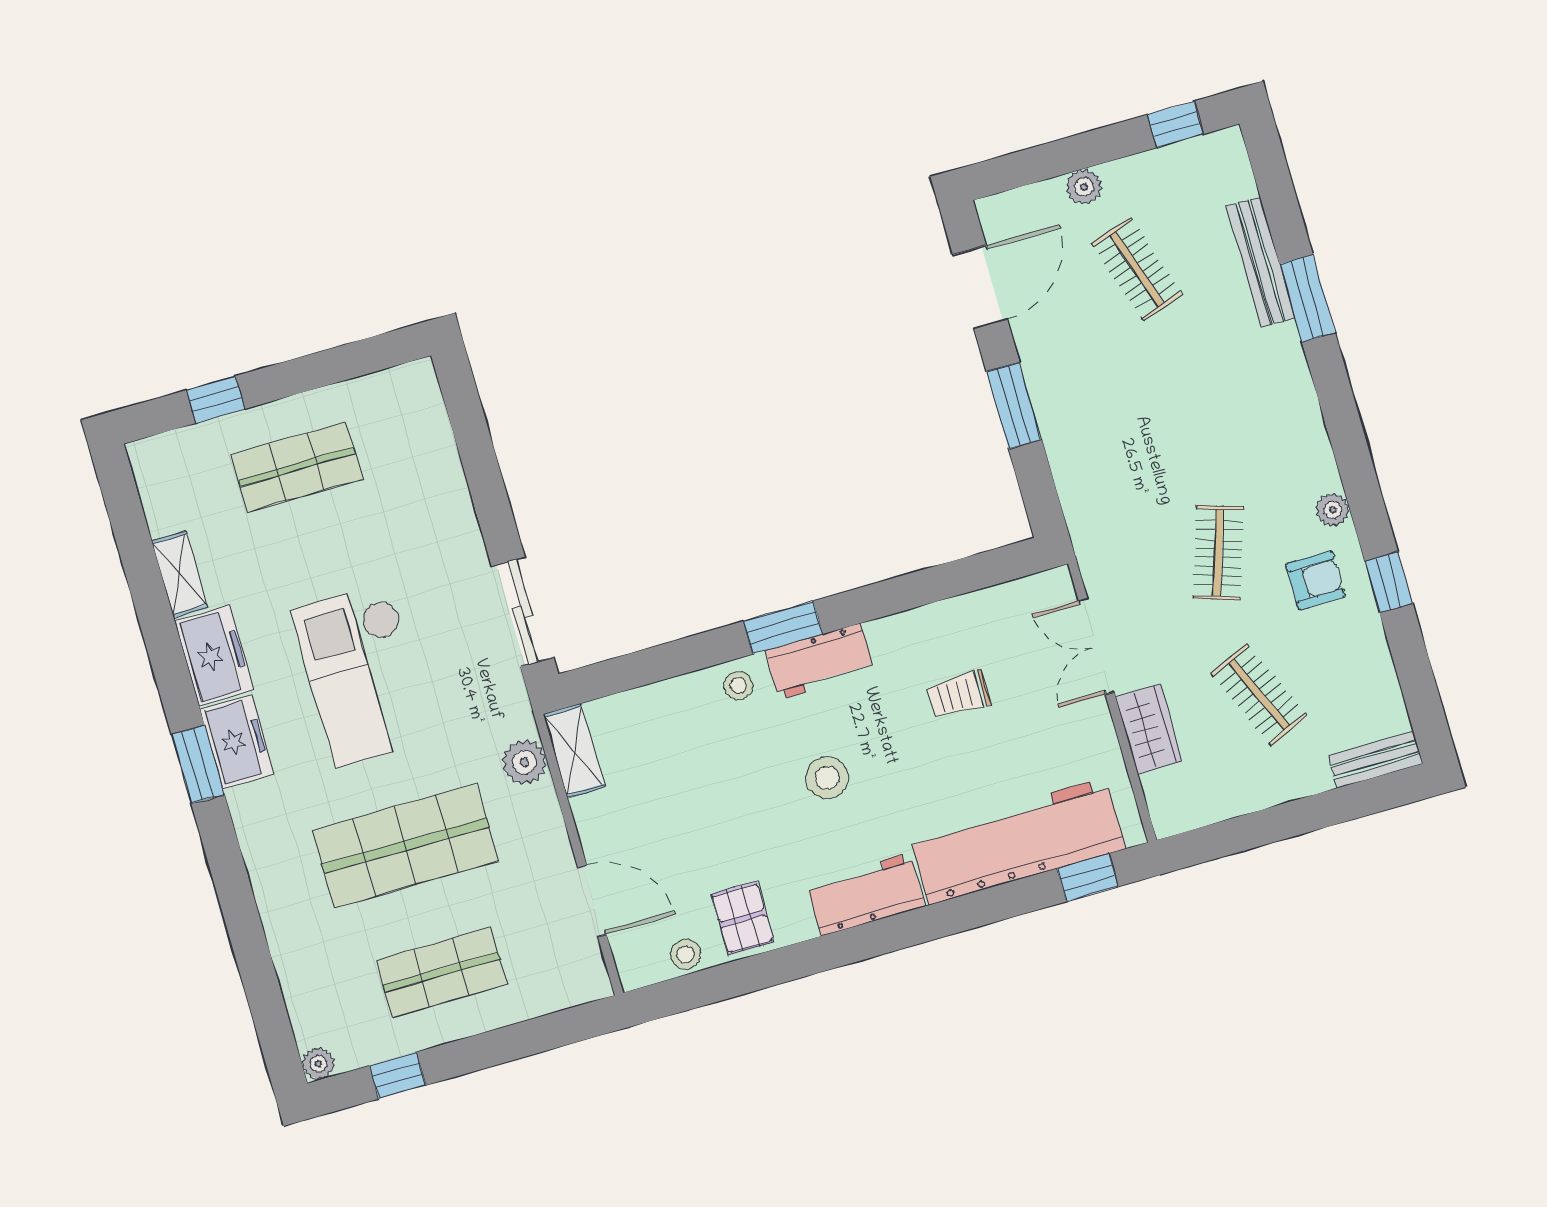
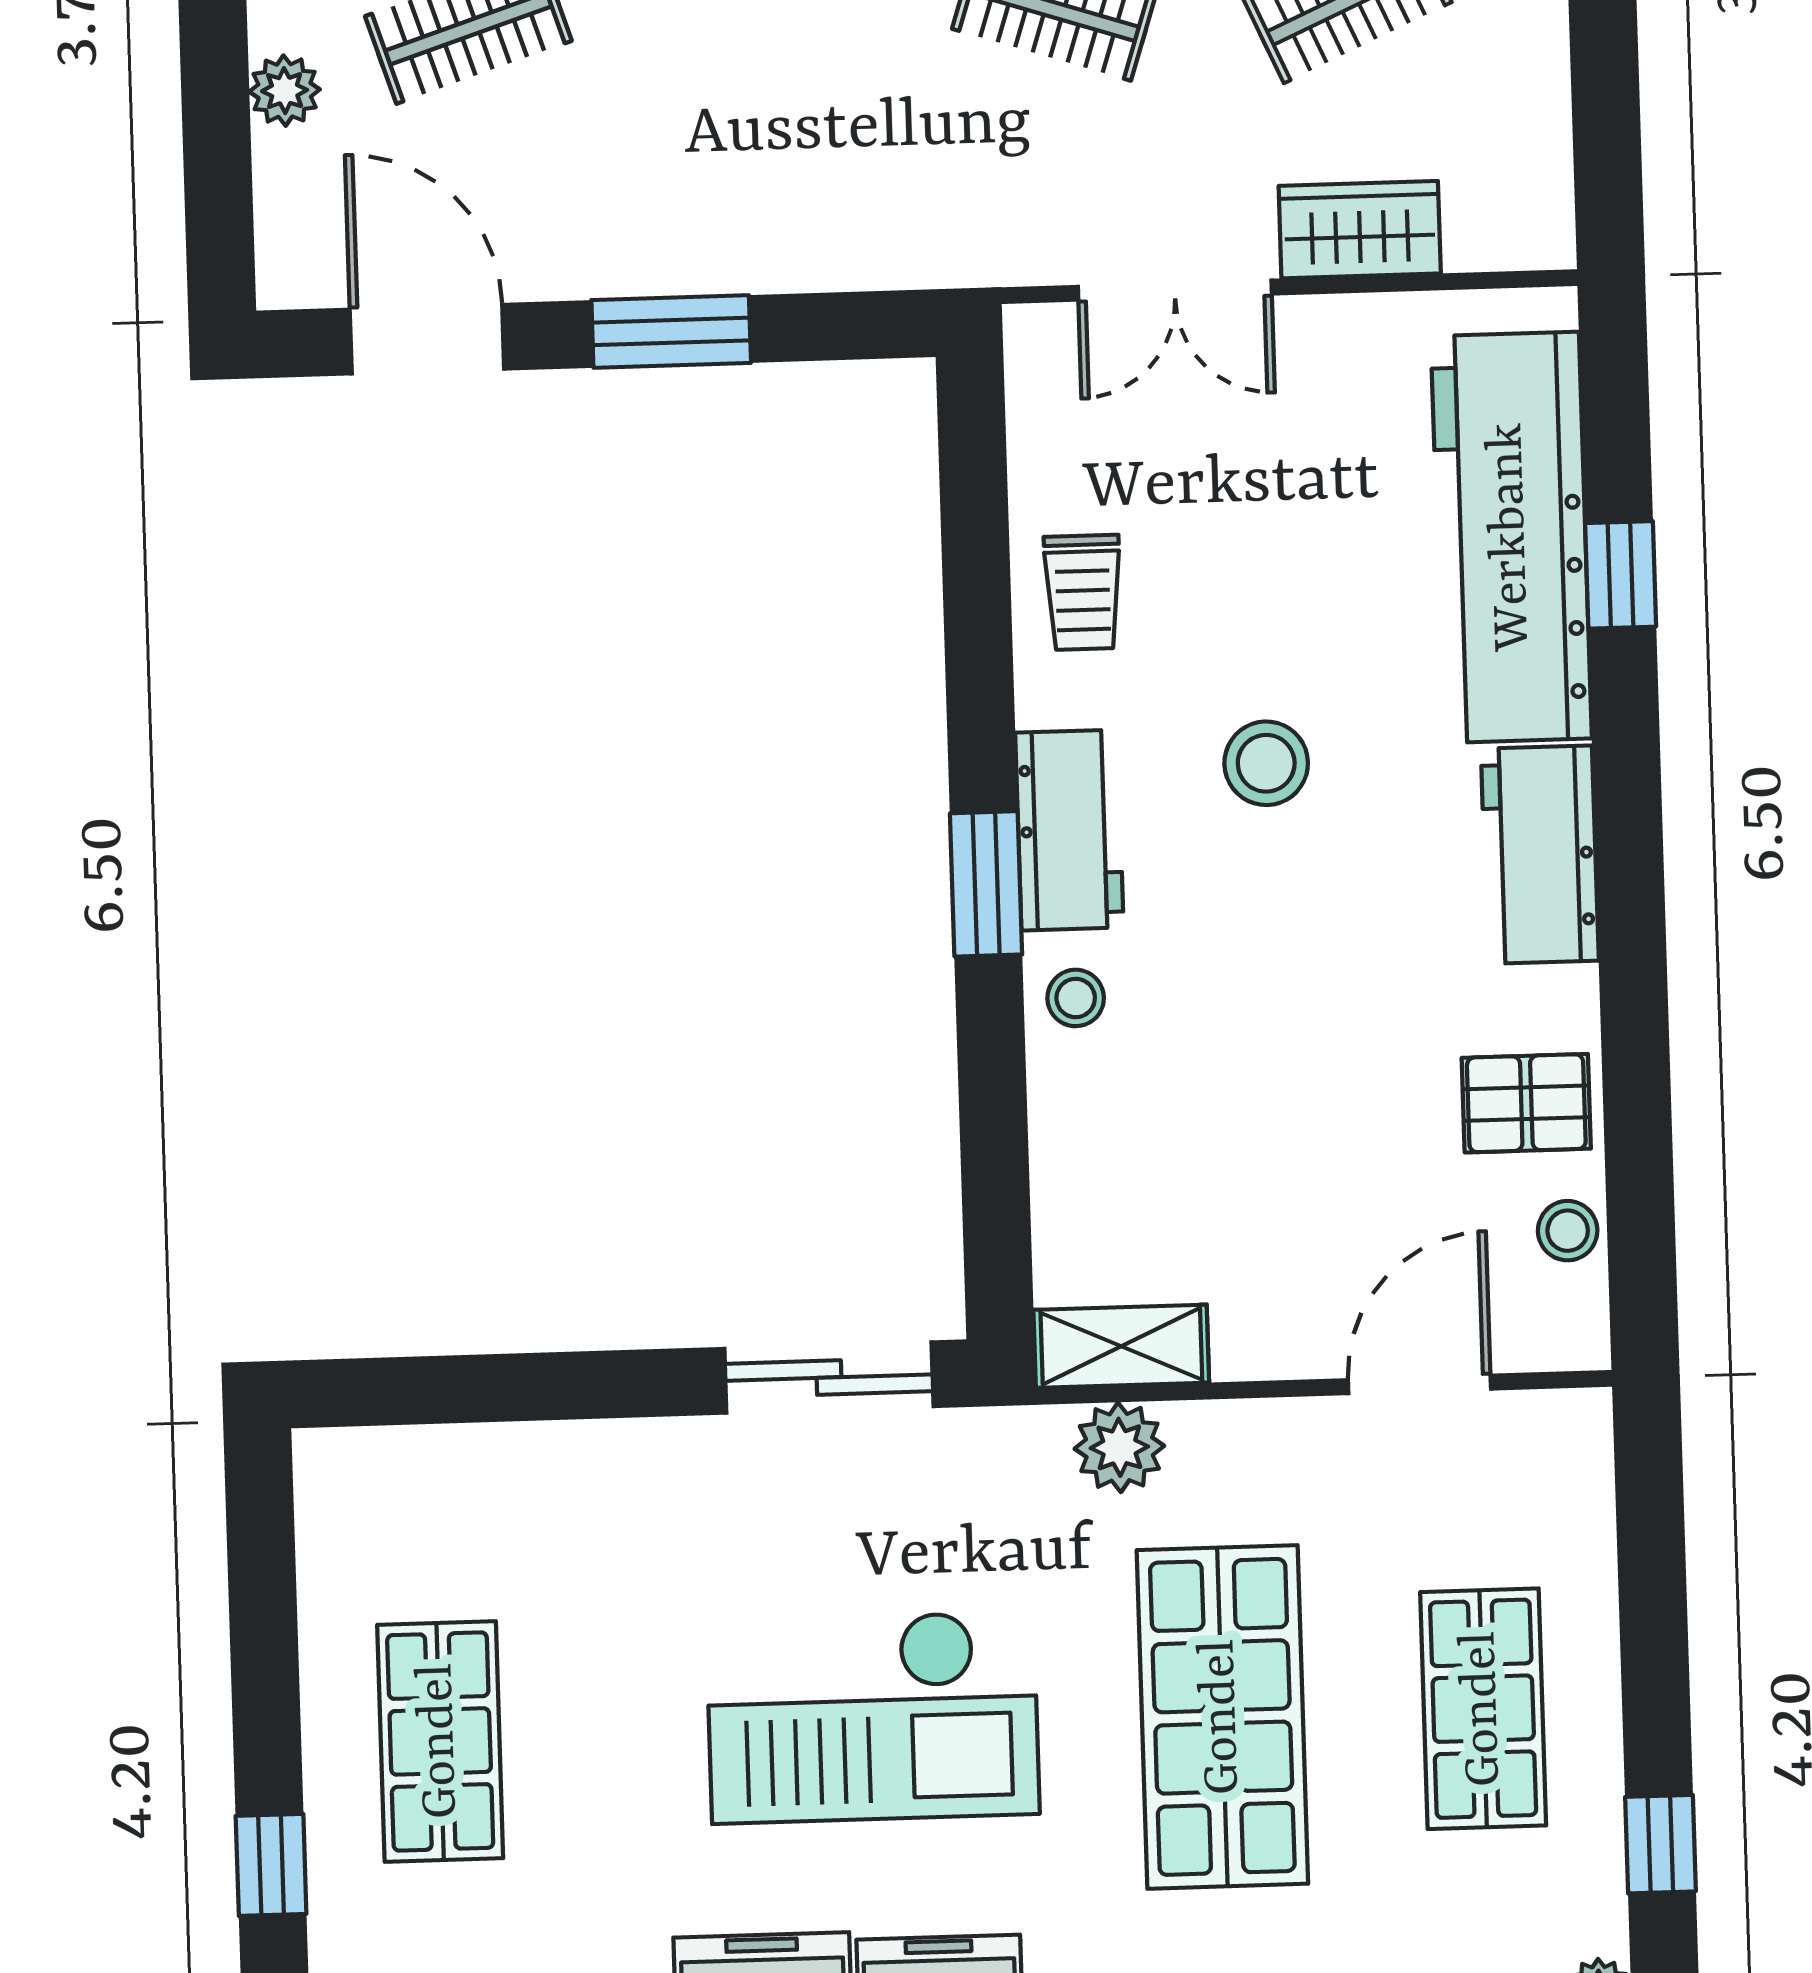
trolley: (959, 695) -> (1083, 592), moved
stool: (827, 778) -> (1266, 763), moved
window: (1087, 878) -> (1621, 575), moved

